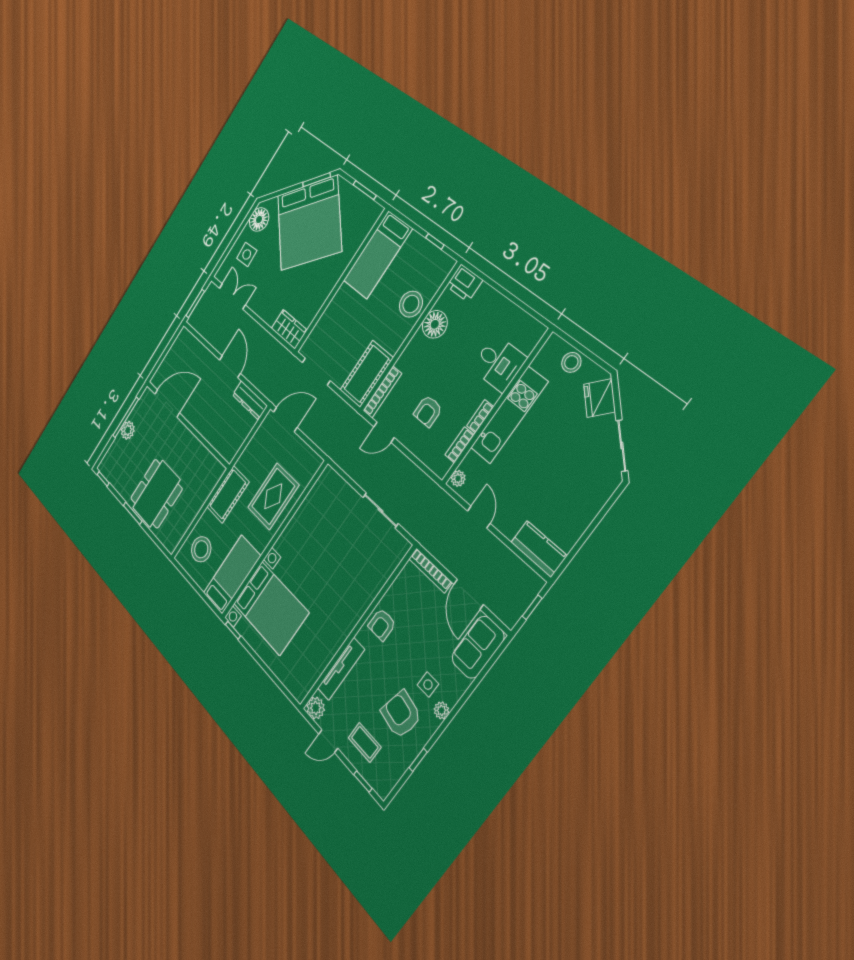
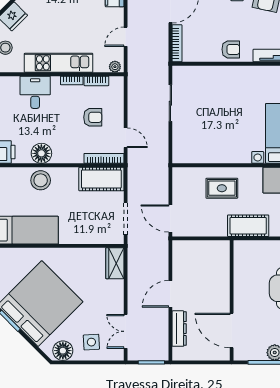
dresser: (250, 400) -> (179, 329), moved
rug: (273, 496) -> (222, 188), width x0.73, depth x0.70

